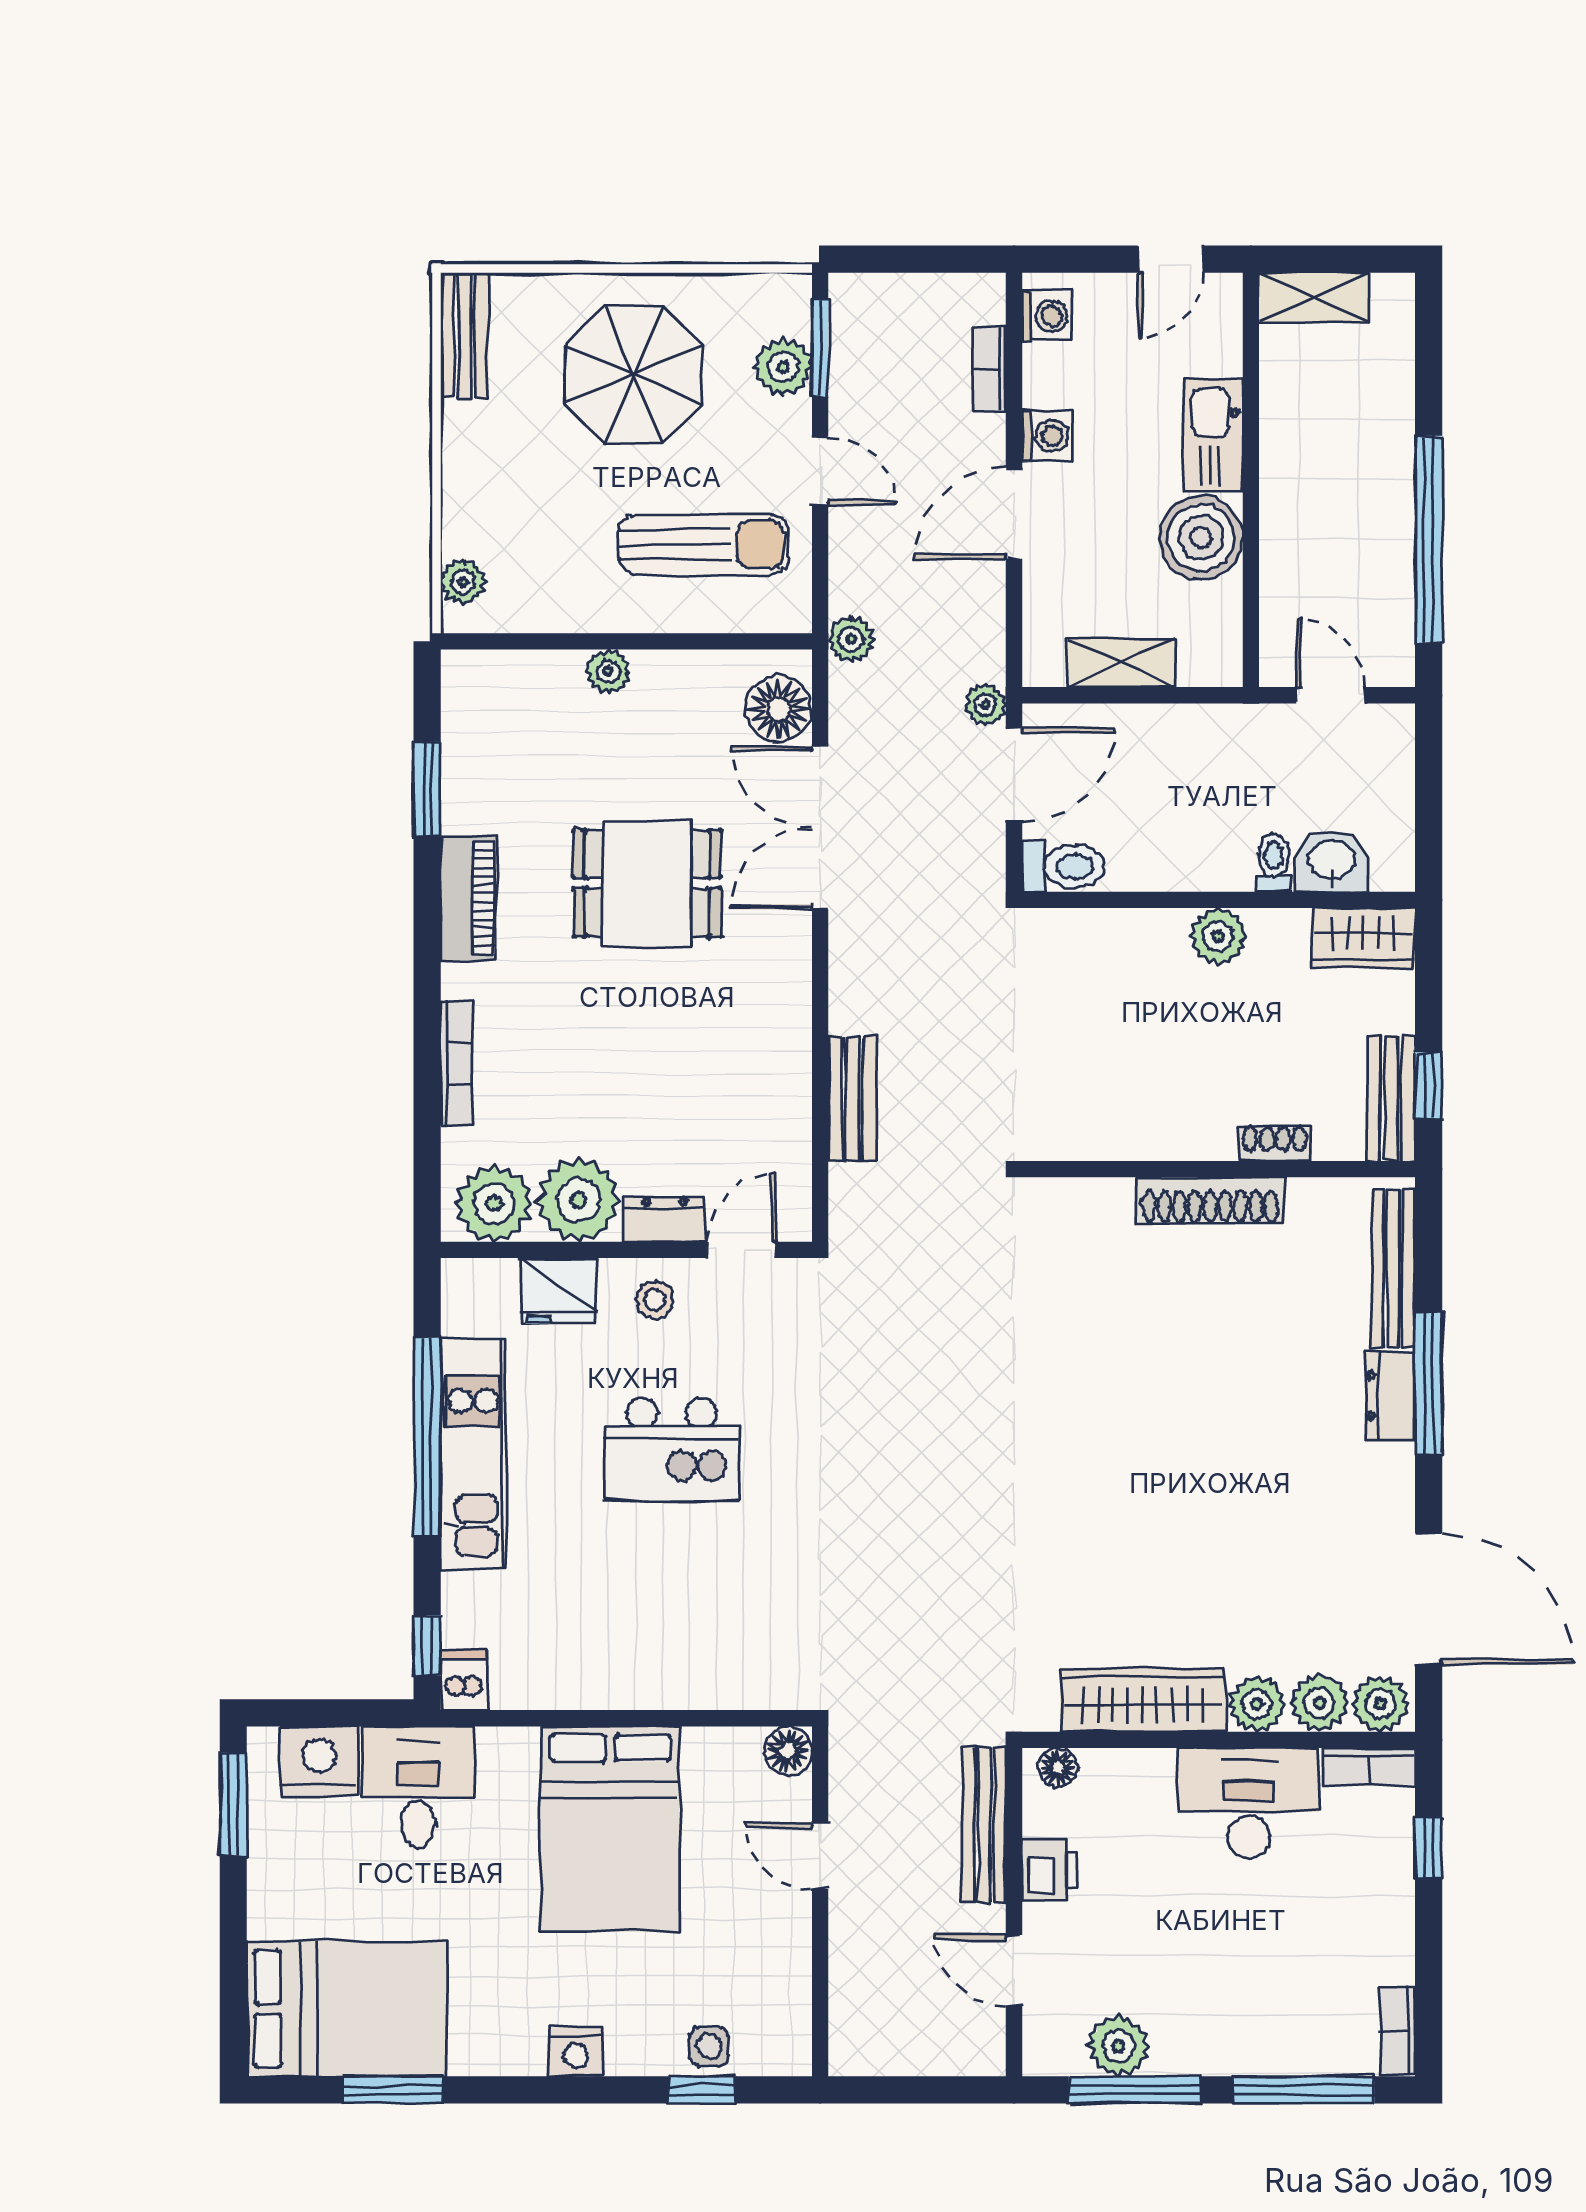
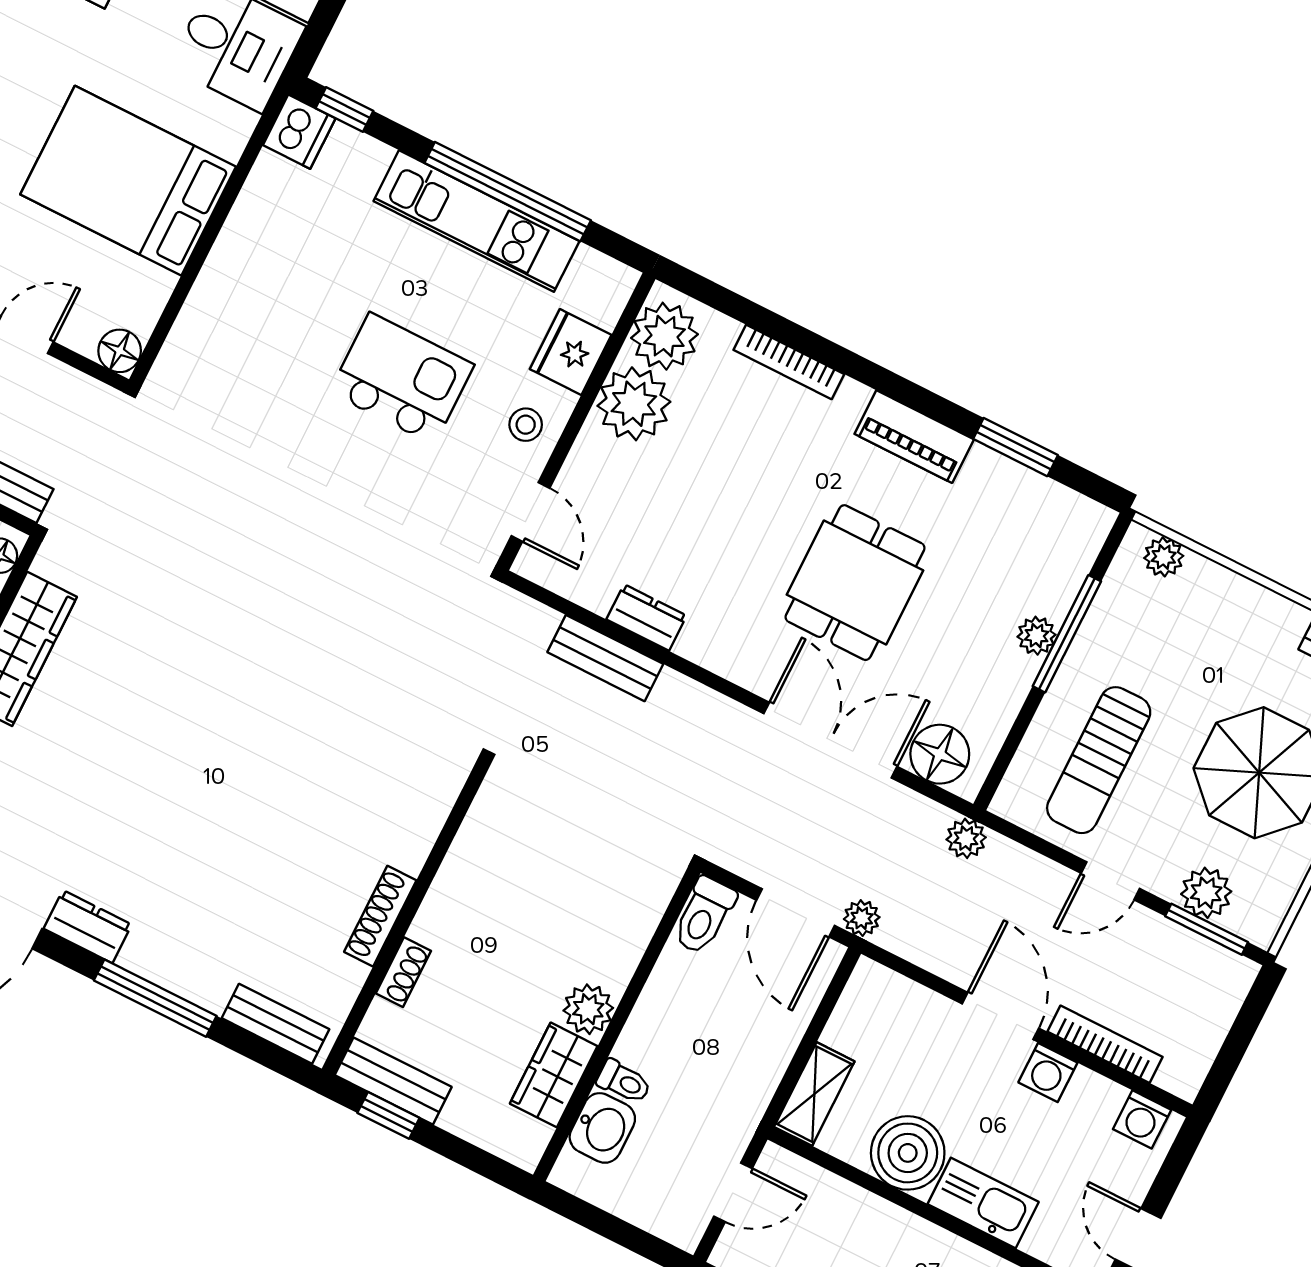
bookcase: (989, 369) -> (1105, 1044), width x1.56
window: (591, 641) -> (1067, 634), added
shelving: (1122, 663) -> (814, 1094), moved
wardrobe: (1363, 938) -> (554, 1075), moved
shoe rack: (1210, 1200) -> (380, 916), width x0.74, depth x0.81
dresser: (665, 1219) -> (647, 617), moved, turned -90
bench: (1393, 1268) -> (276, 1024), width x0.73
dresser: (1390, 1395) -> (88, 927), moved
kitchen island: (672, 1449) -> (402, 378), turned 90
dishwasher: (464, 1680) -> (299, 132), width x1.38

